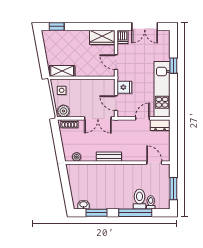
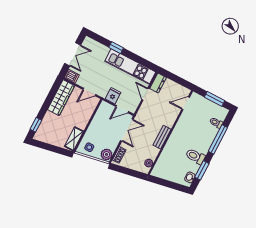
wardrobe: (102, 37) -> (61, 98), width x1.50
toilet: (140, 199) -> (195, 156), moved

